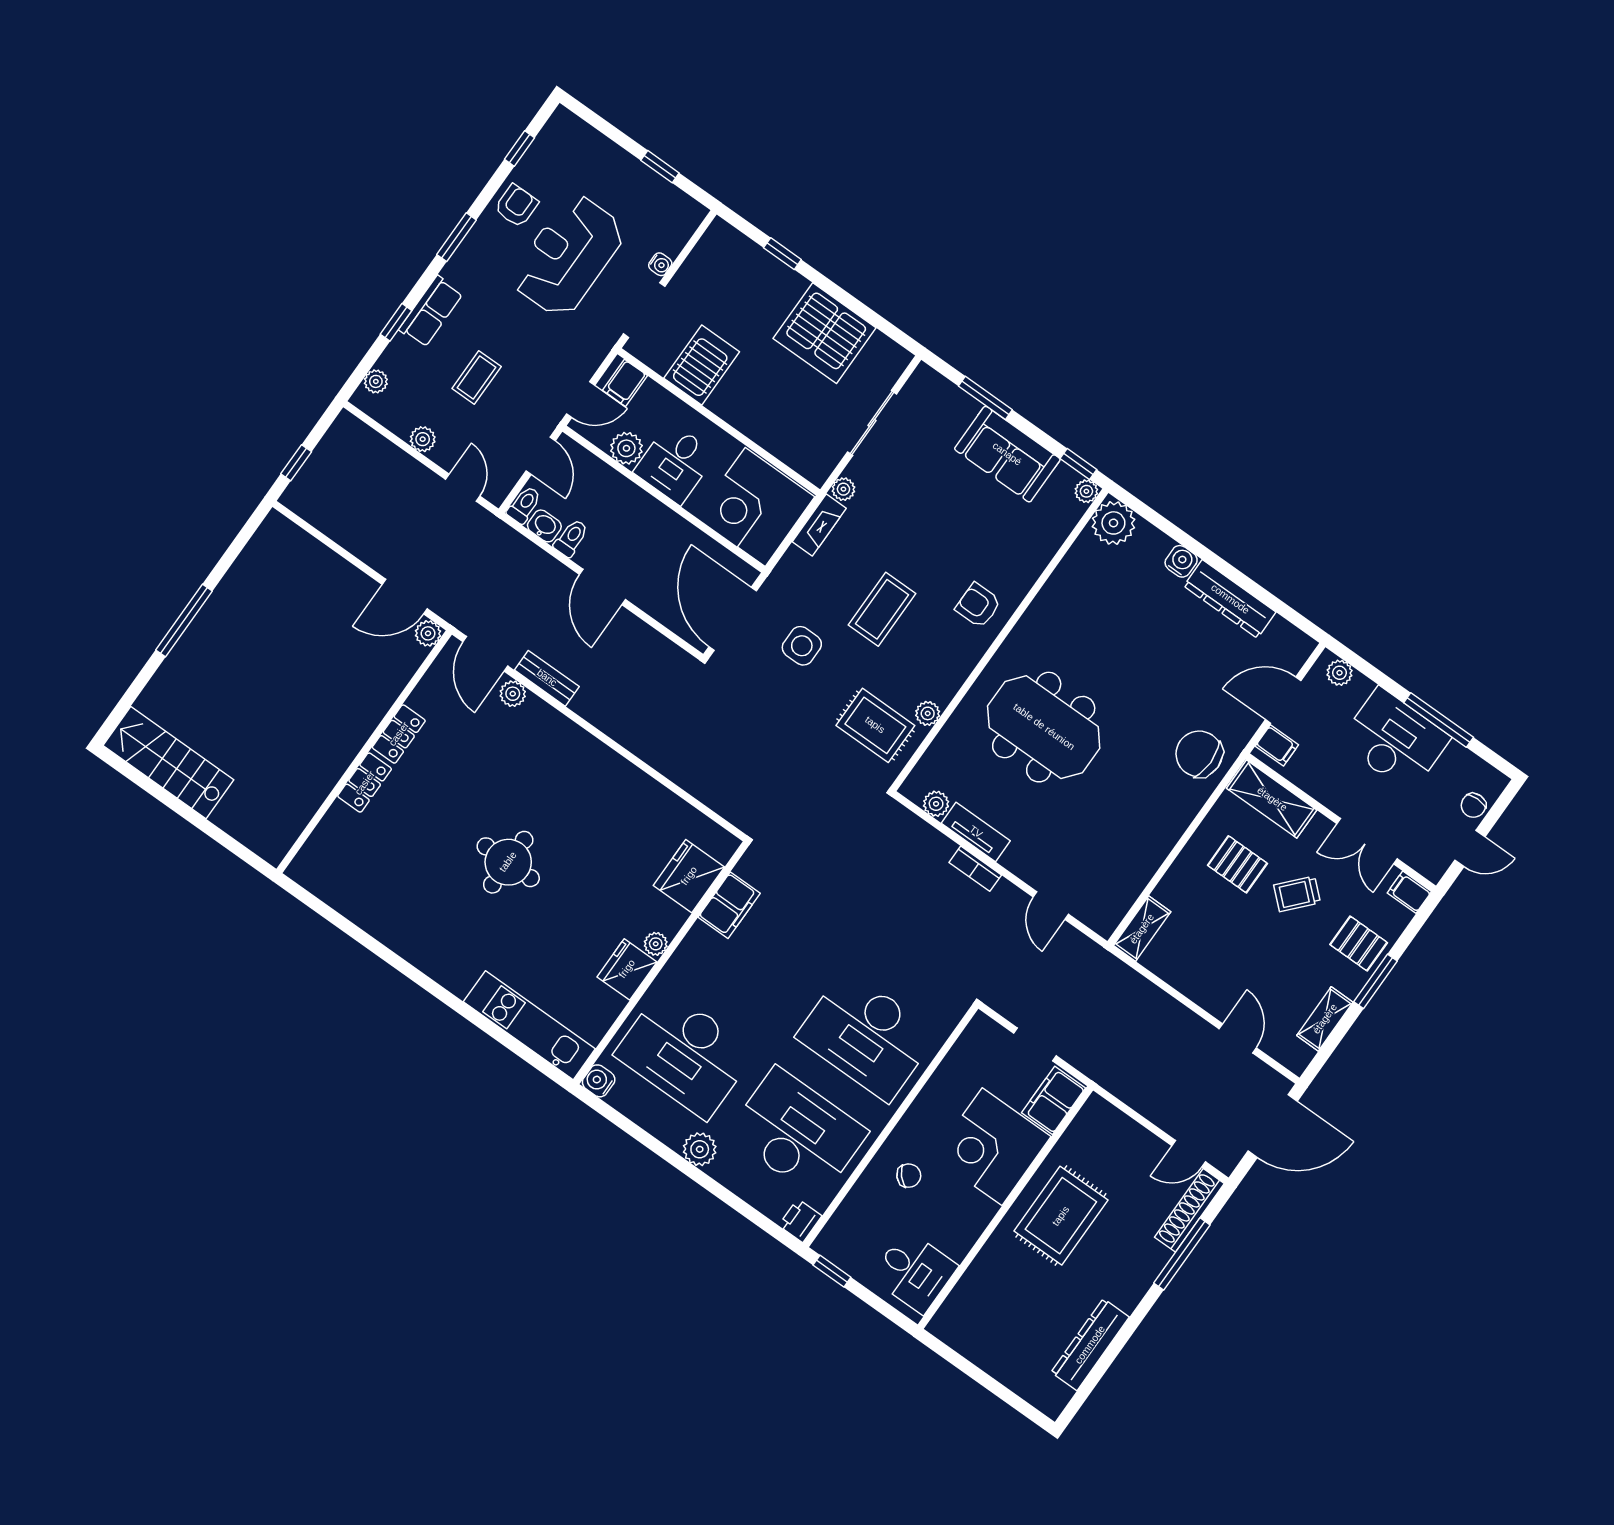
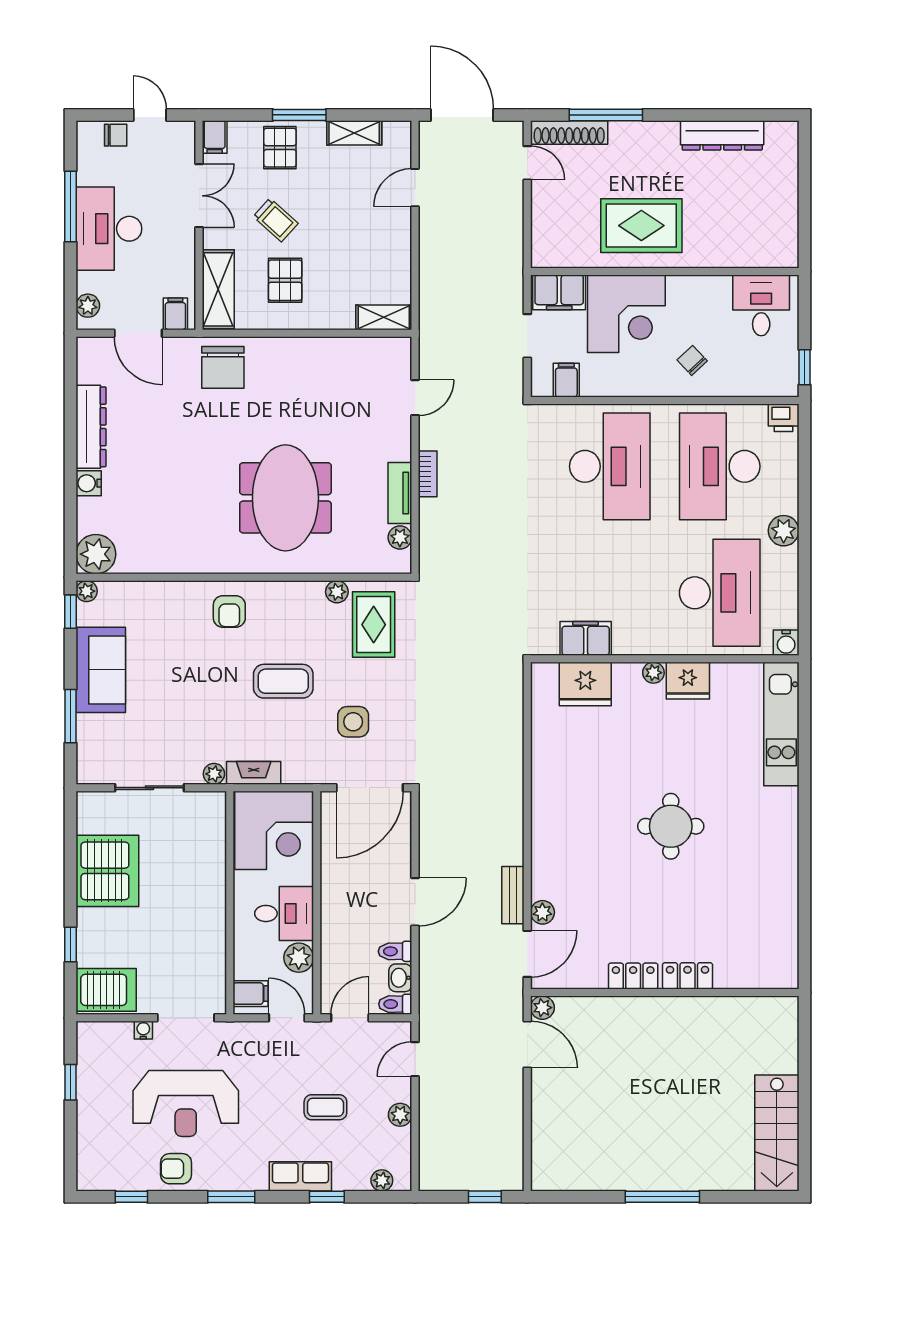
server rack: (702, 365) -> (106, 990), moved, turned 180
filing cabinet: (971, 1051) -> (566, 380), added

